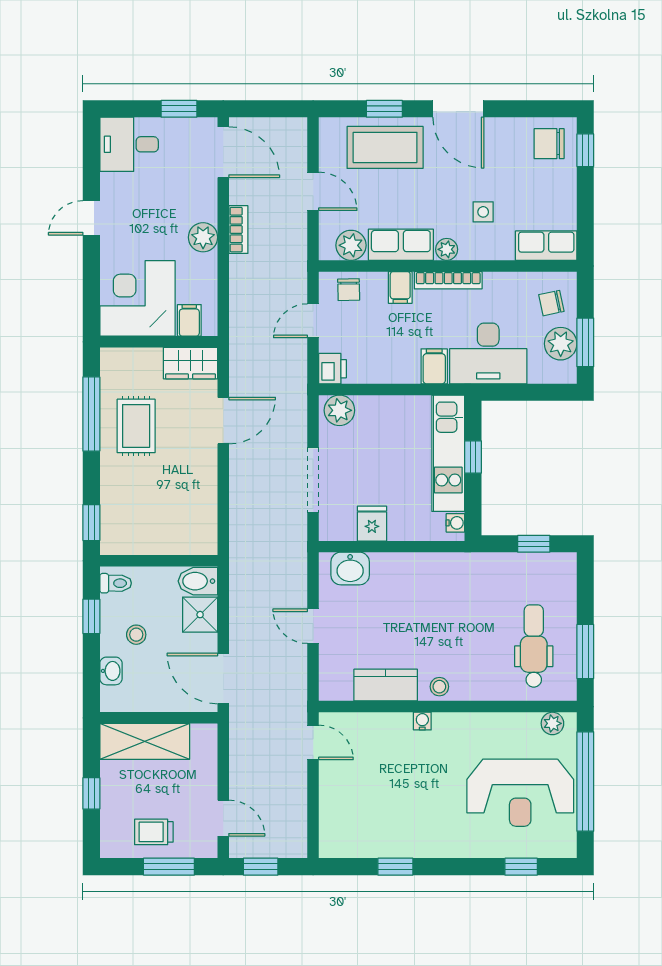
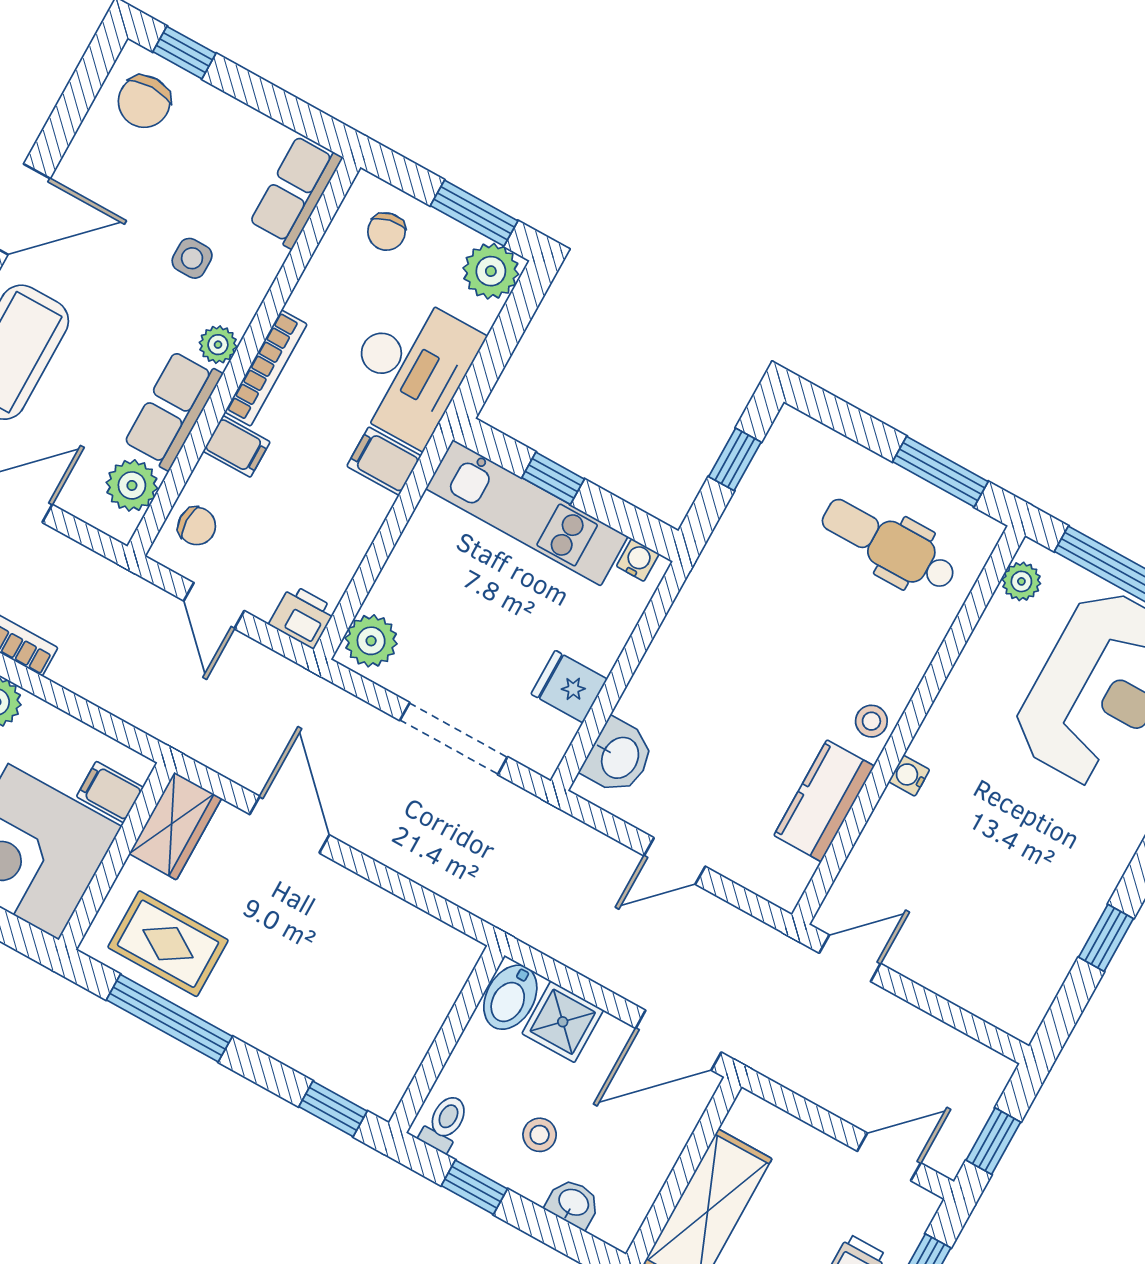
plant: (561, 344) -> (491, 271), moved
rug: (136, 426) -> (168, 944), moved

